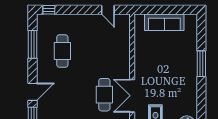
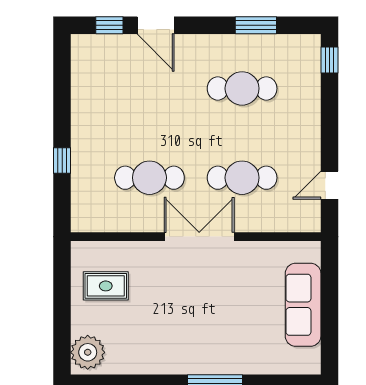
window: (33, 44) -> (256, 25), width x0.69
cafe table: (104, 51) -> (242, 178), added
double door: (132, 96) -> (199, 237), moved

